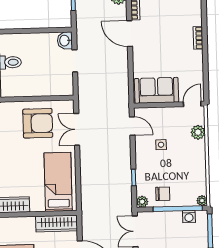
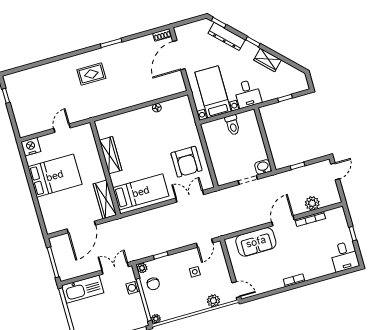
sofa: (156, 90) -> (256, 242), moved, turned 90
washing machine: (189, 217) -> (133, 288), moved

